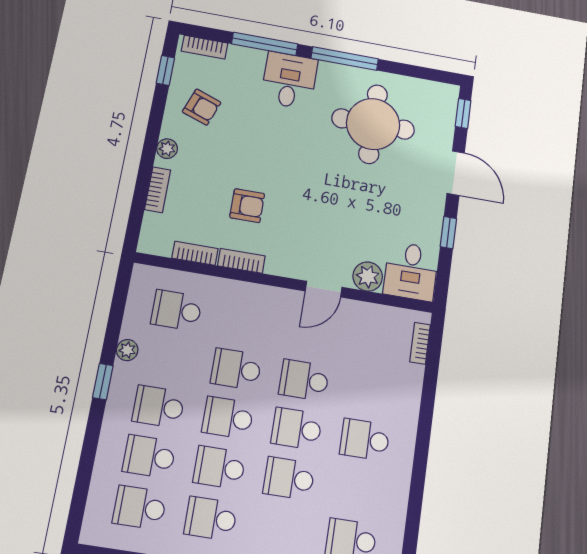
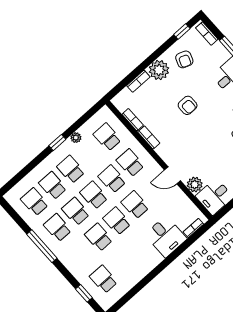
plant: (167, 149) -> (159, 70), width x1.88, depth x1.88
armchair: (247, 206) -> (188, 105), moved
desk: (390, 391) -> (166, 237), added
school desk: (365, 440) -> (130, 163), moved

